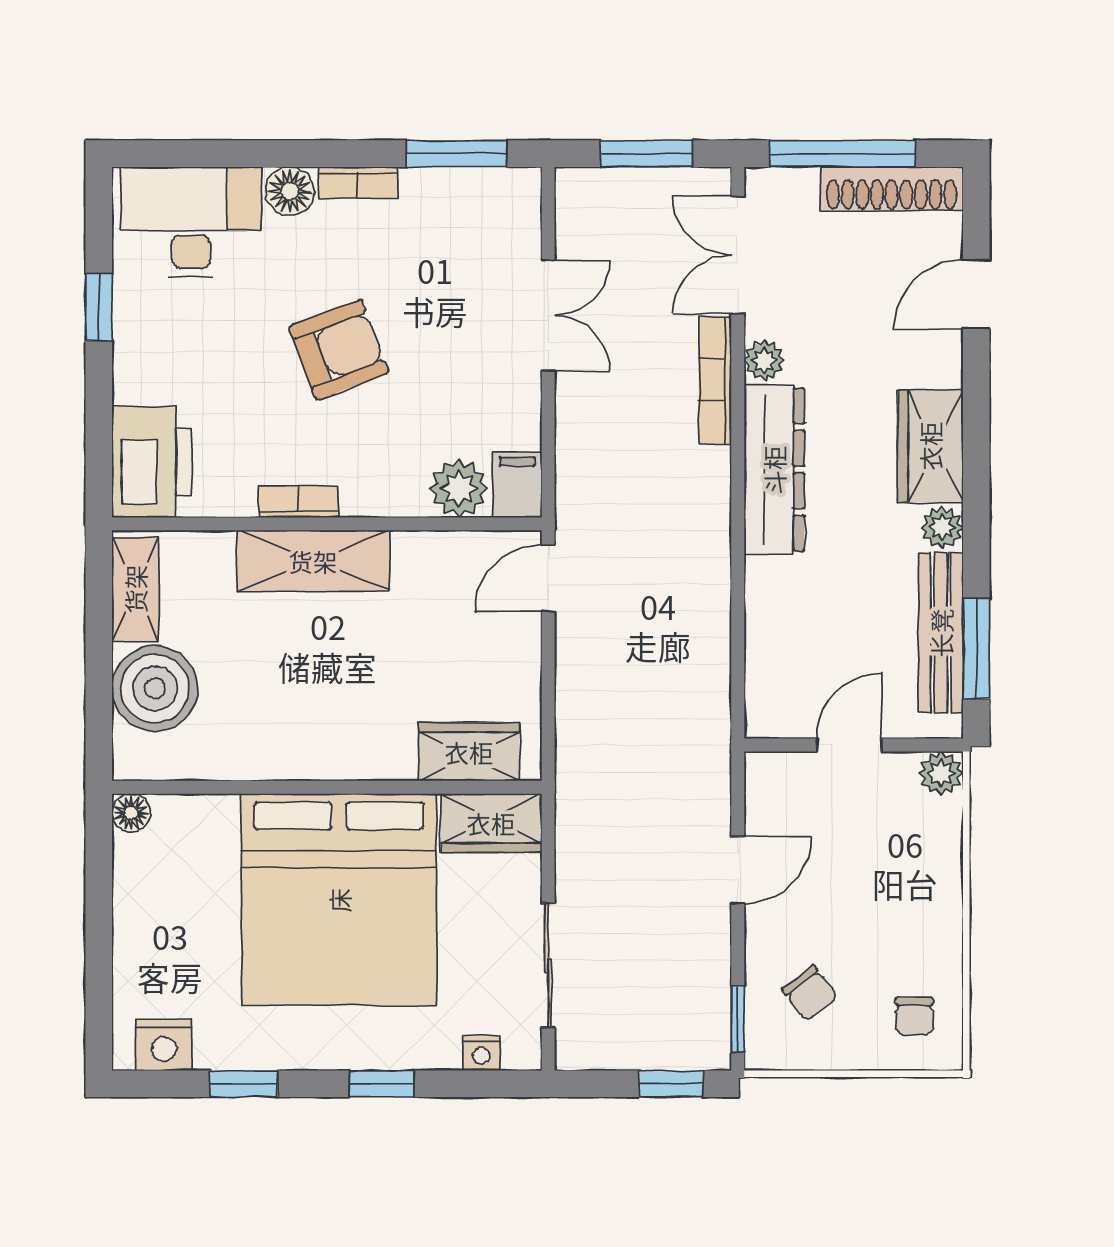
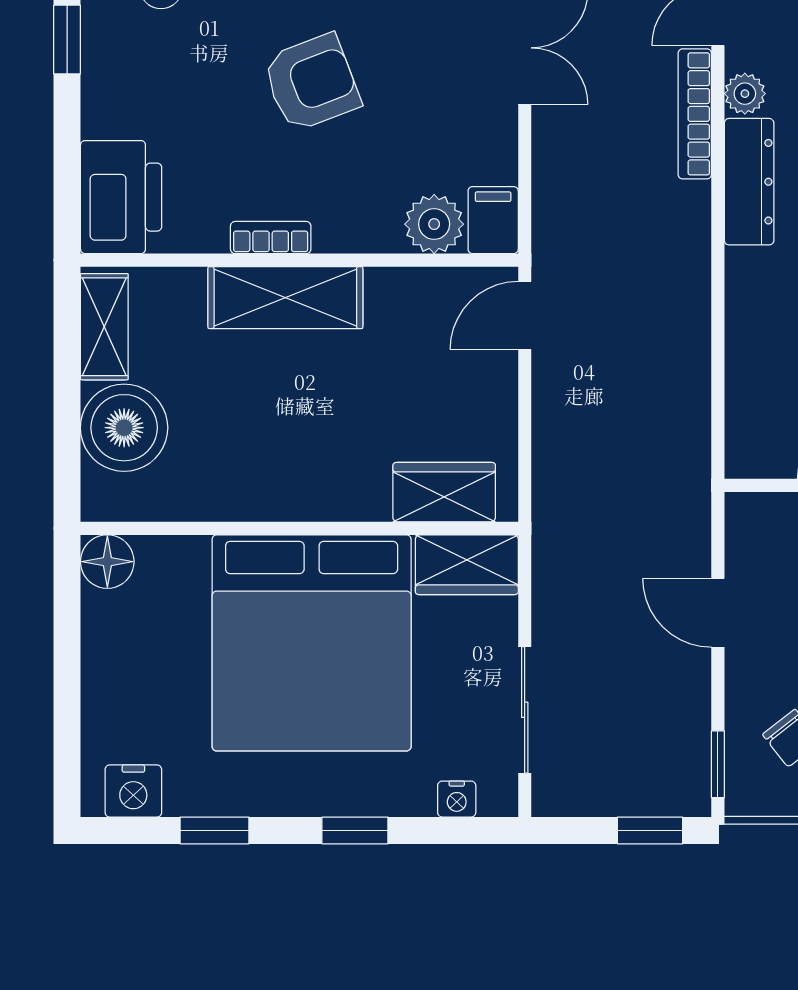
dresser: (774, 470) -> (749, 182), width x0.73, depth x0.80
floor lamp: (131, 813) -> (107, 562), width x1.37, depth x1.37
door: (738, 870) -> (718, 613), swing flipped

